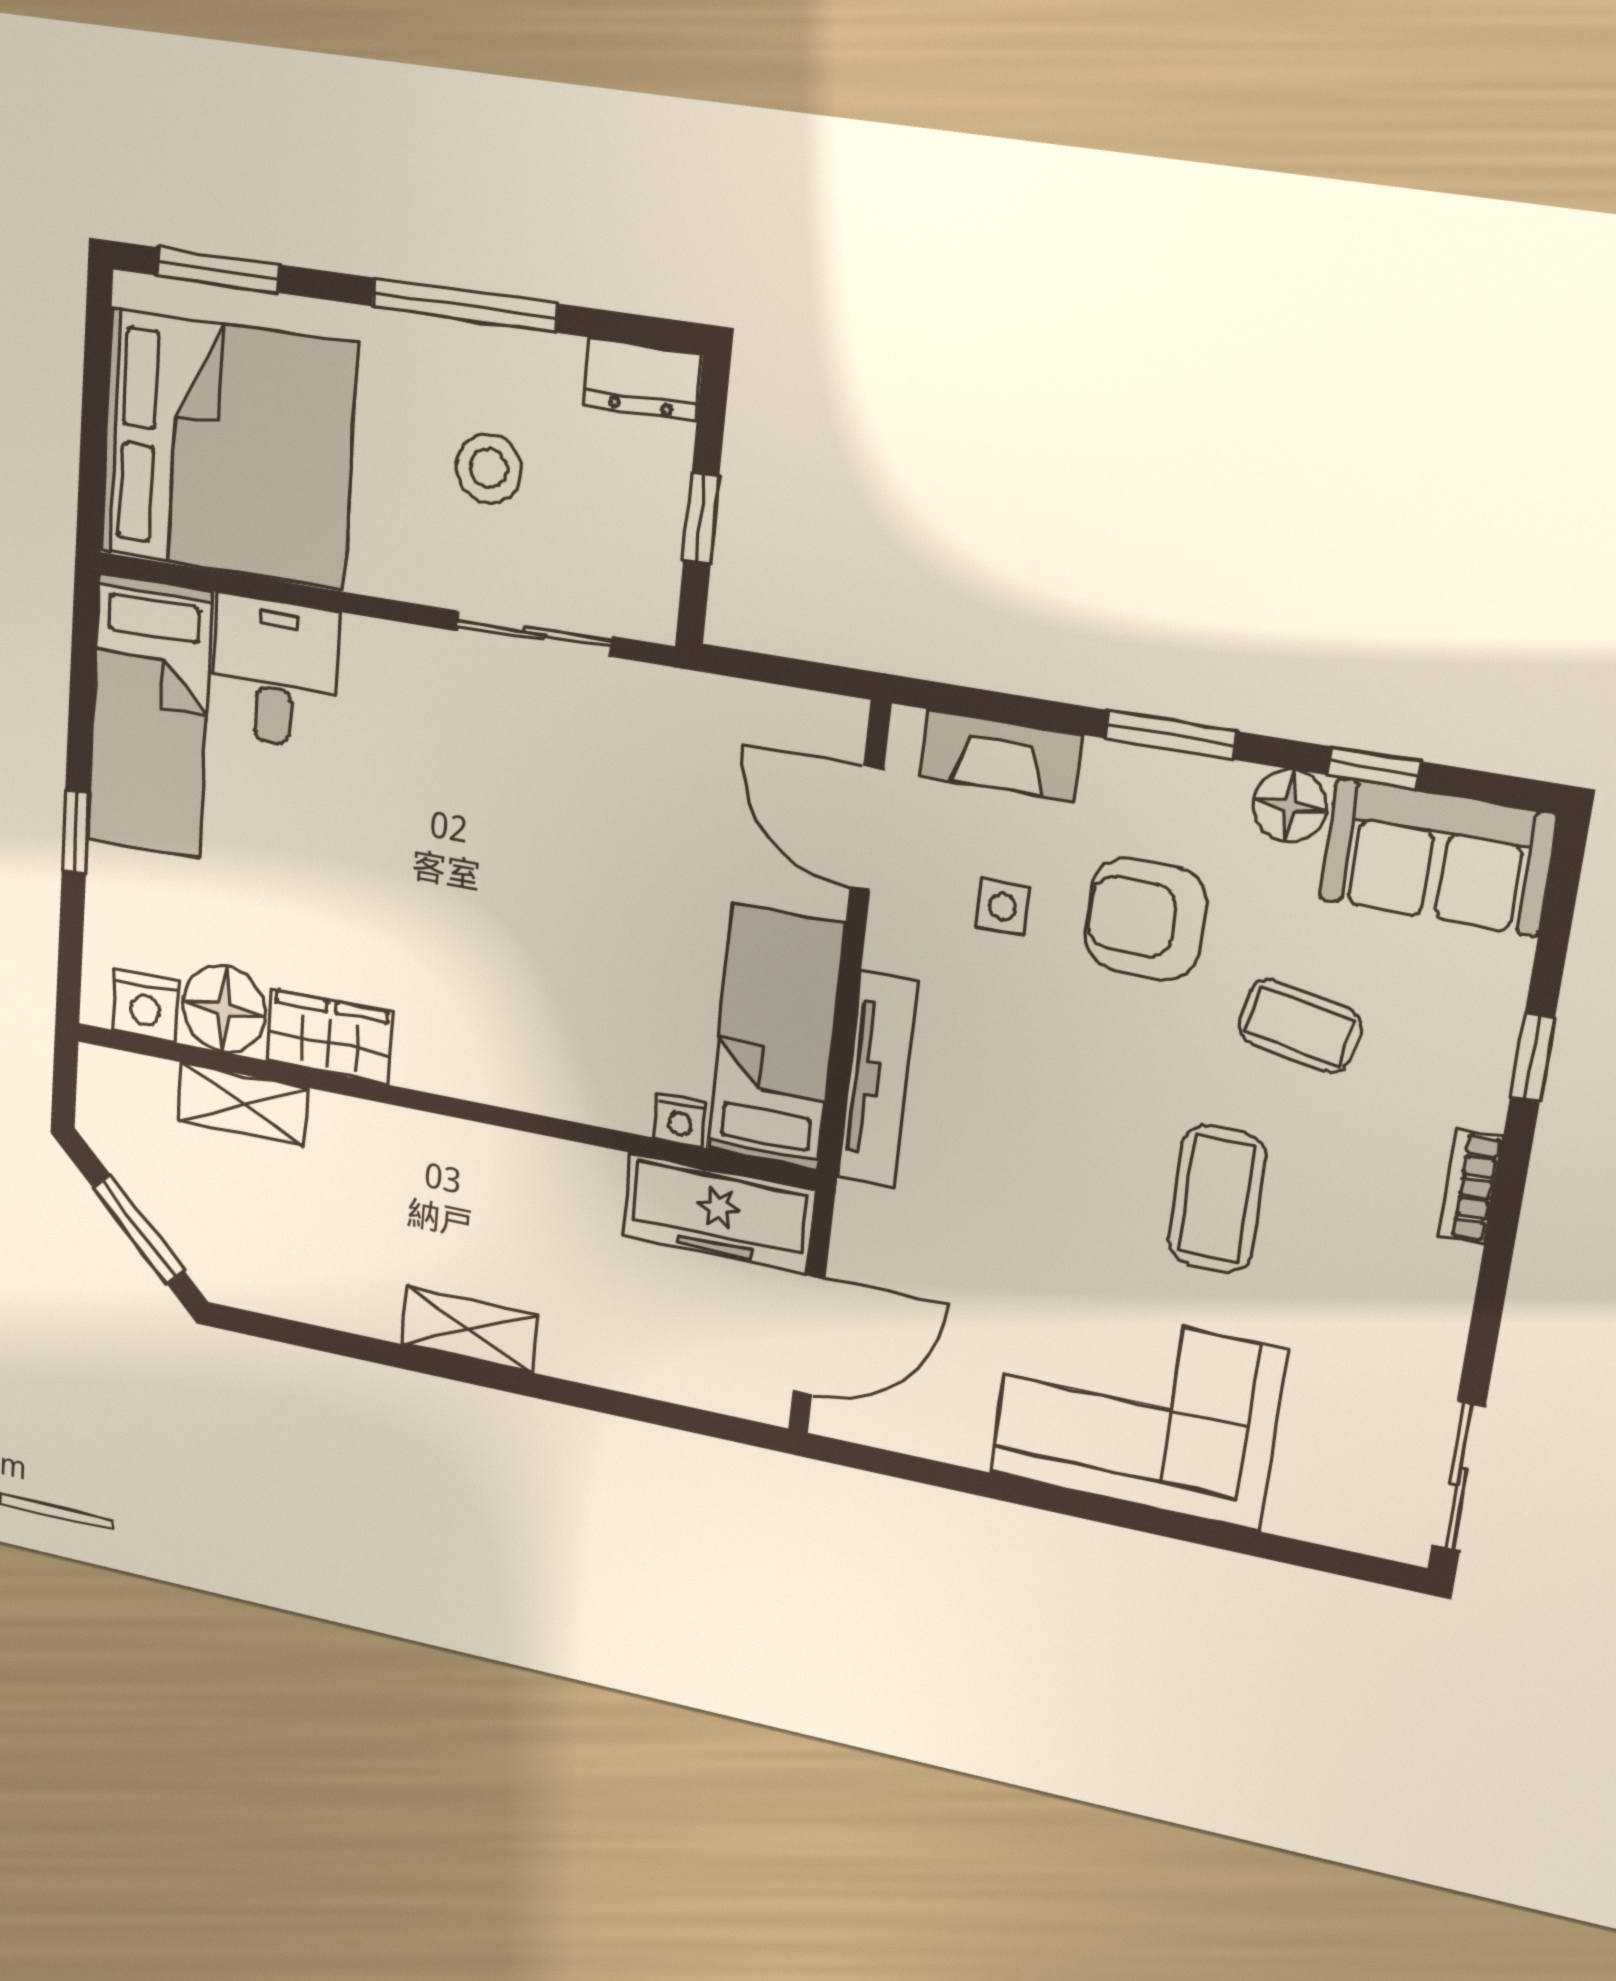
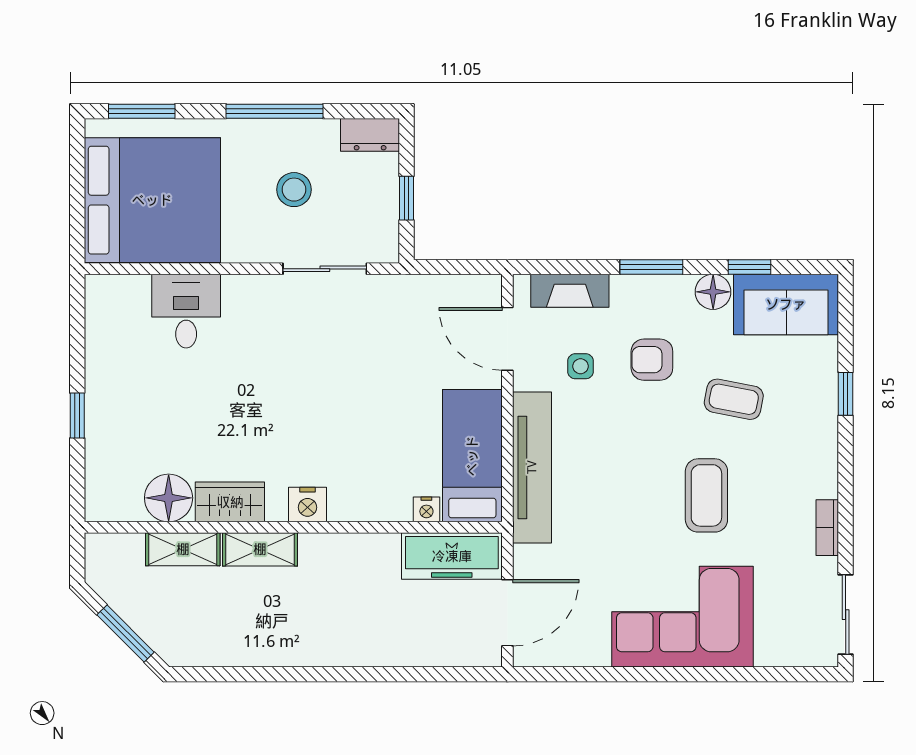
bed: (149, 716) -> (117, 346), removed
armchair: (1146, 919) -> (652, 360), width x0.72, depth x0.72
nightstand: (146, 1005) -> (308, 505), moved
tv unit: (877, 1080) -> (532, 467), width x1.36, depth x1.29
bookcase: (1470, 1187) -> (827, 528), moved
shelving: (469, 1330) -> (260, 549), moved

